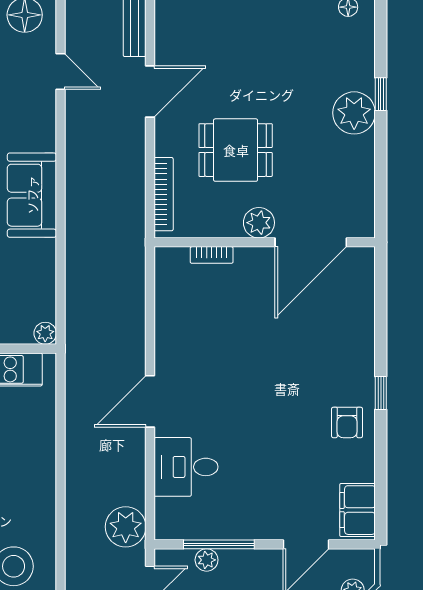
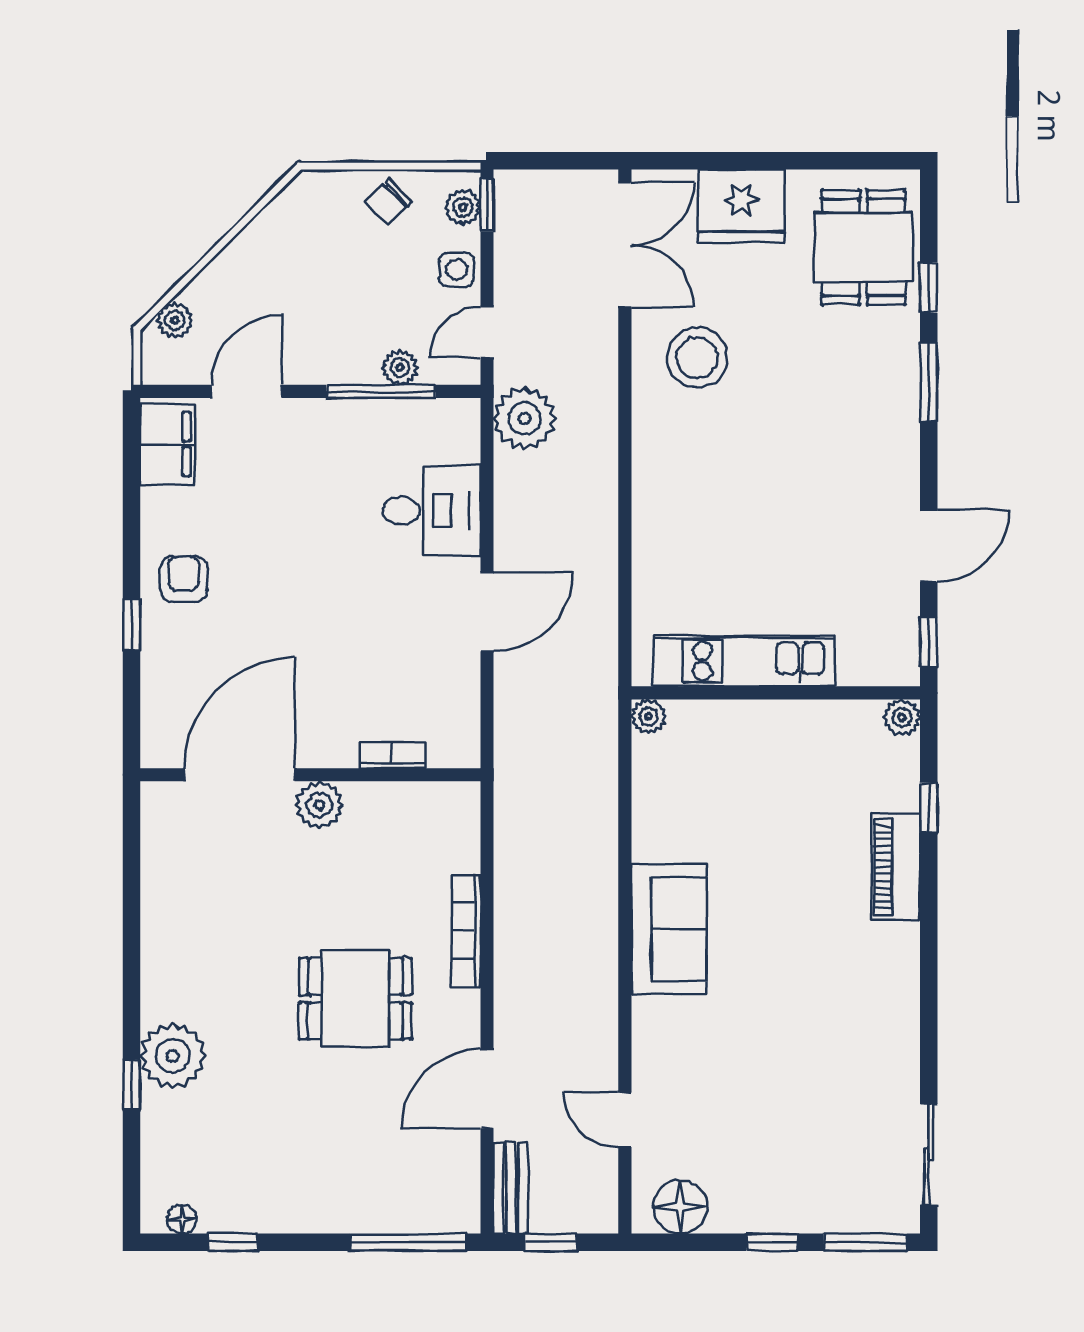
plant: (259, 223) -> (319, 805), moved
wall: (265, 242) -> (310, 775), moved
door: (311, 242) -> (239, 775), moved
bookcase: (212, 255) -> (392, 755), moved

